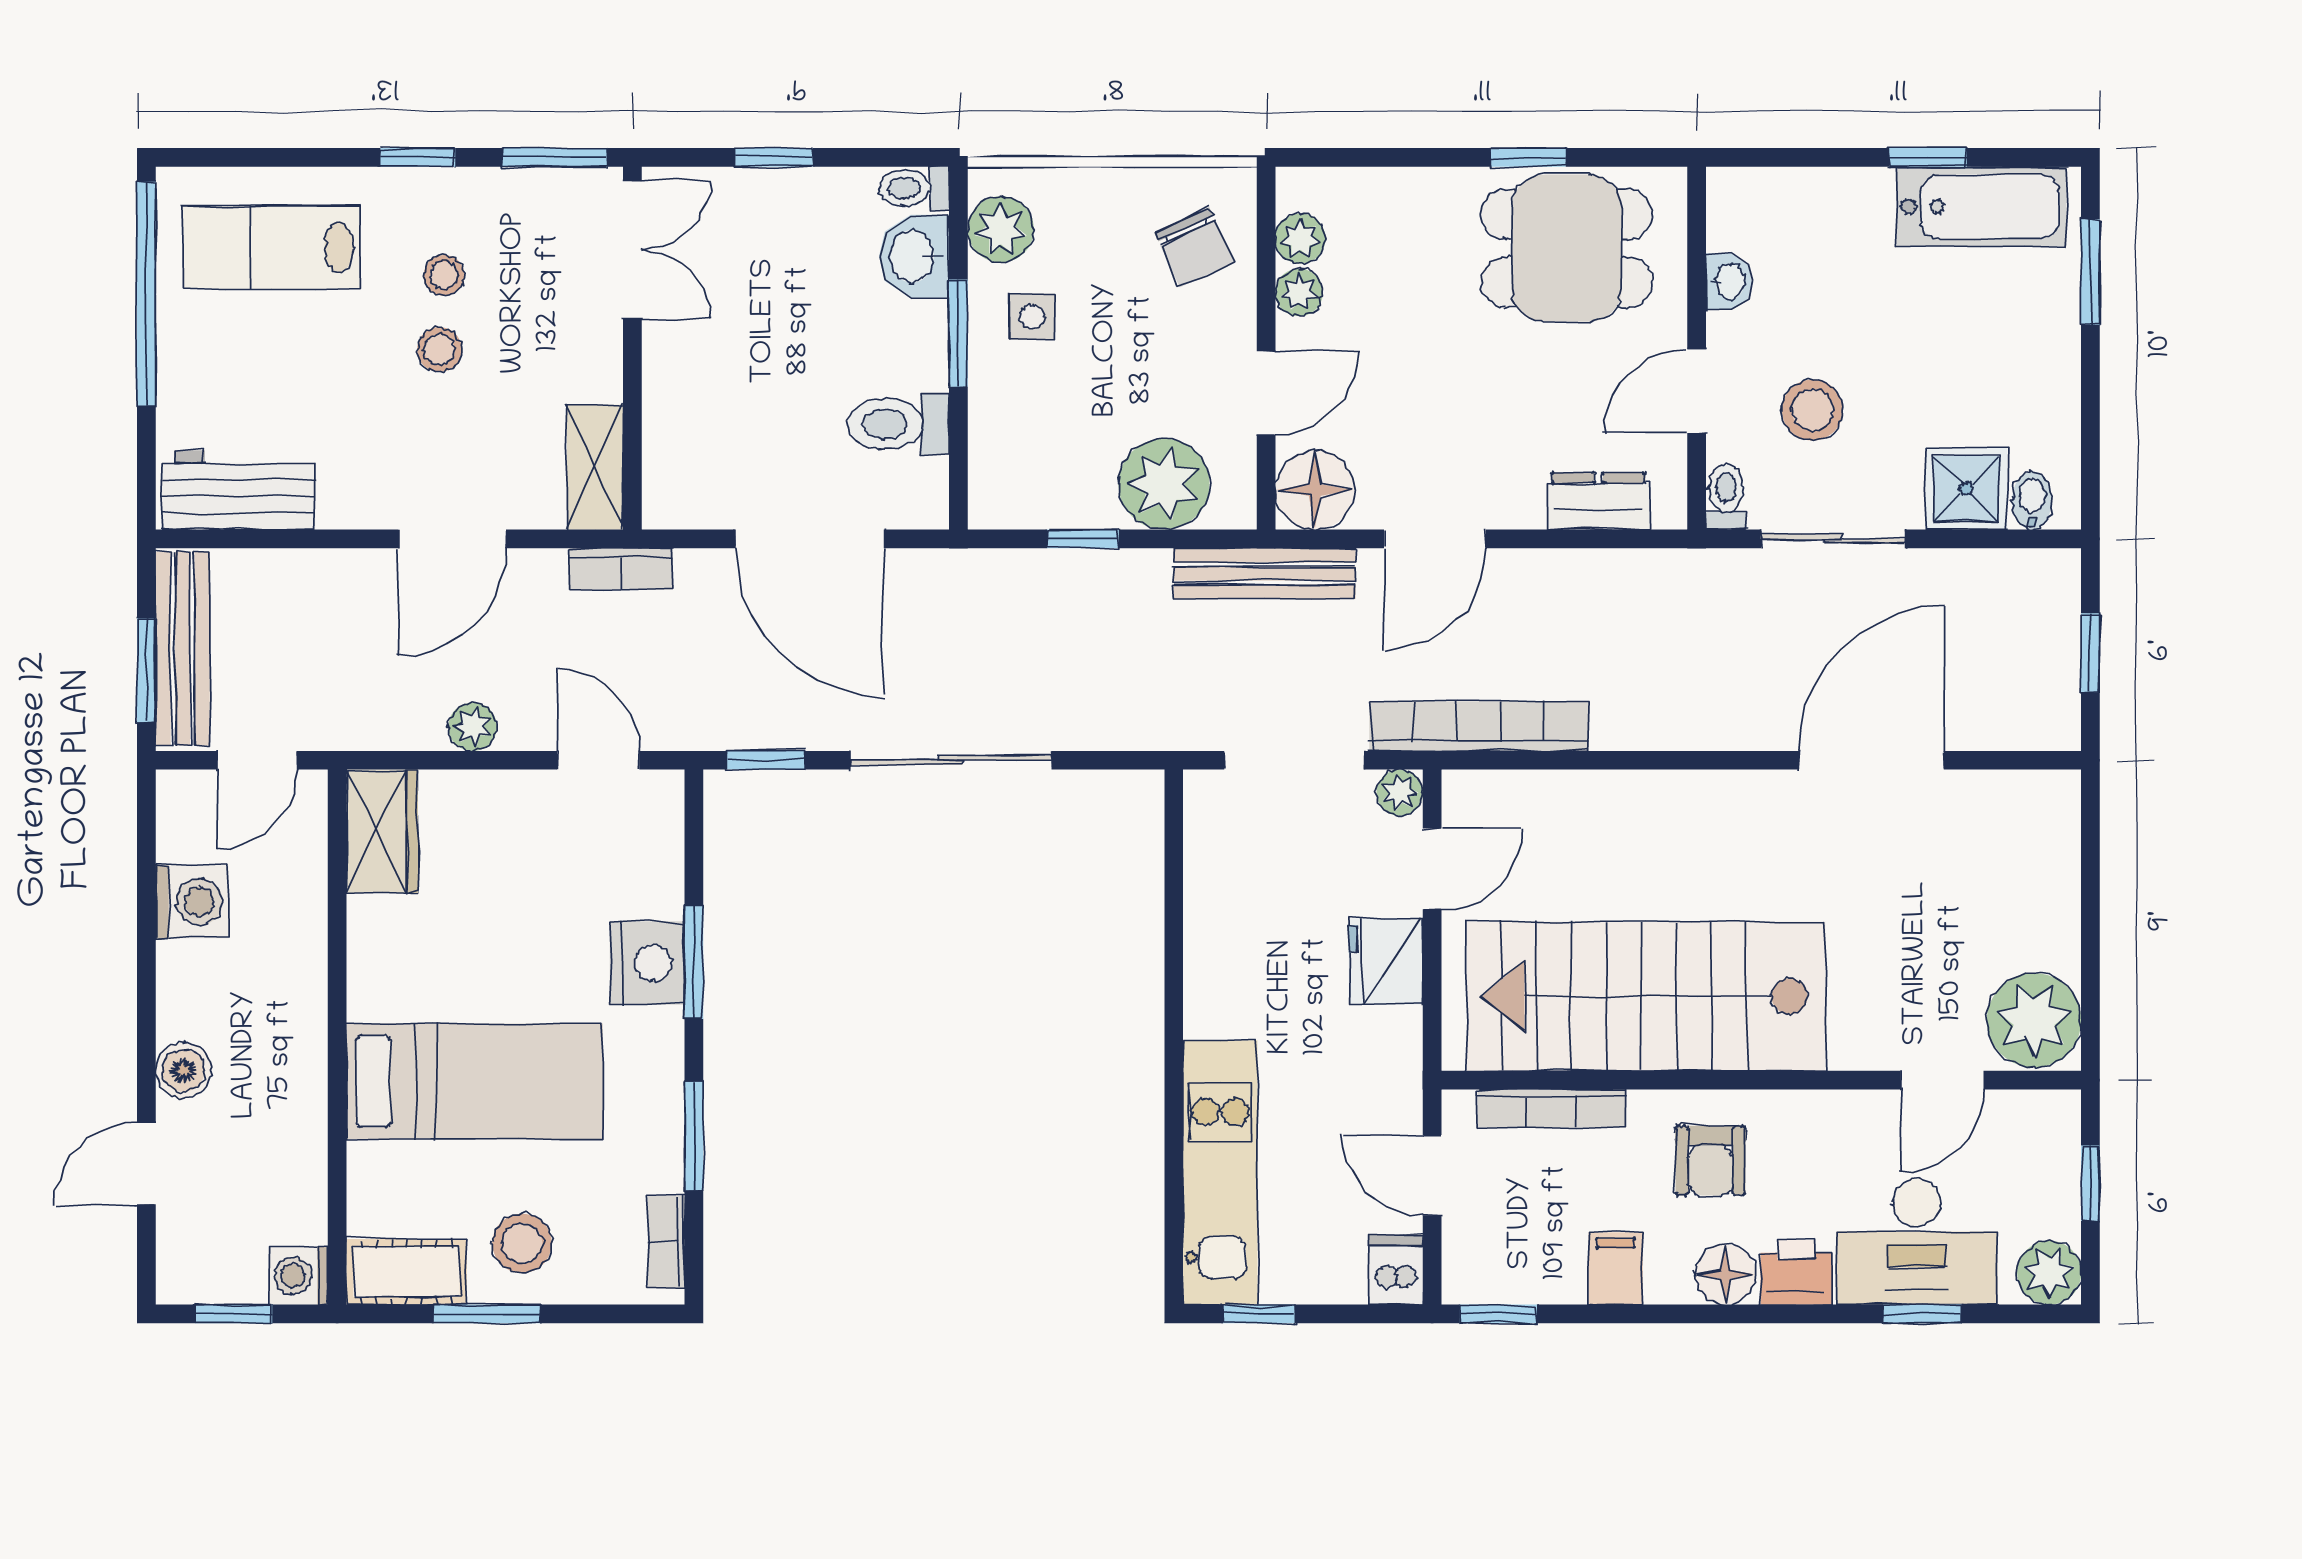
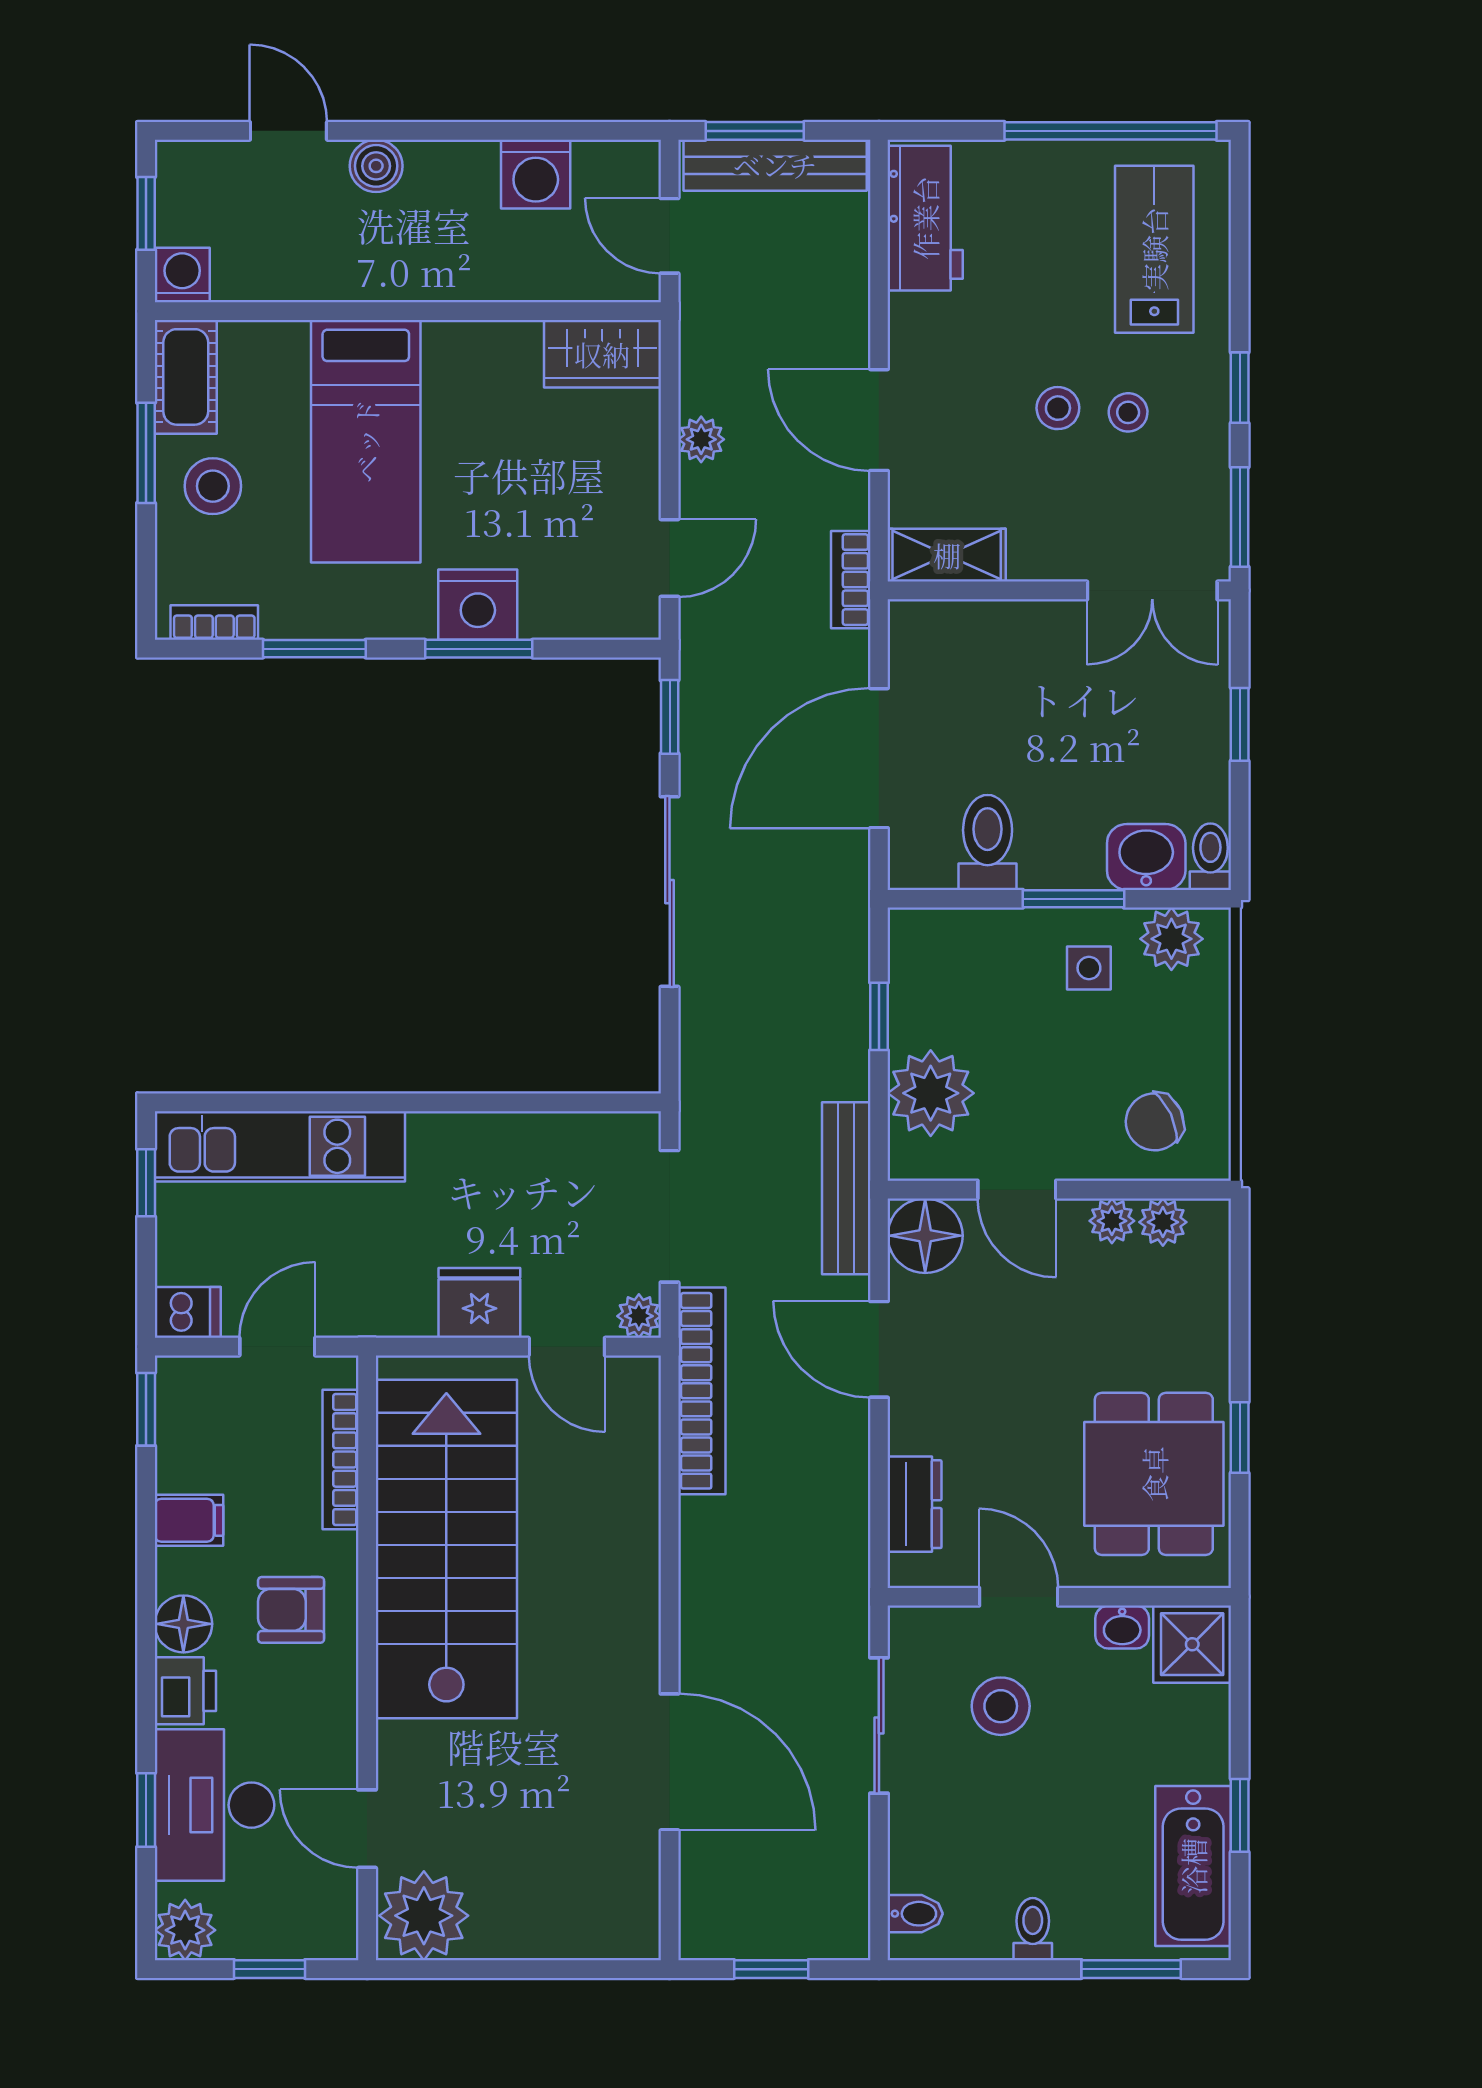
shower: (1966, 489) -> (1192, 1644), moved
toilet: (1726, 497) -> (1033, 1929), moved, turned -90

